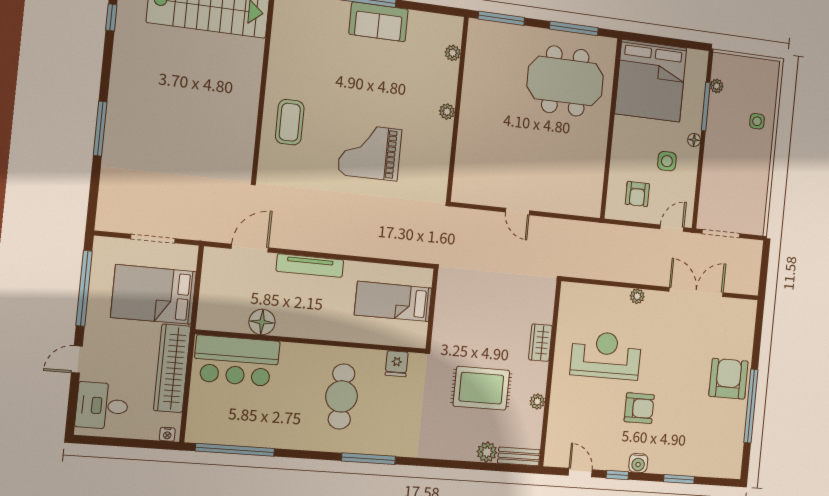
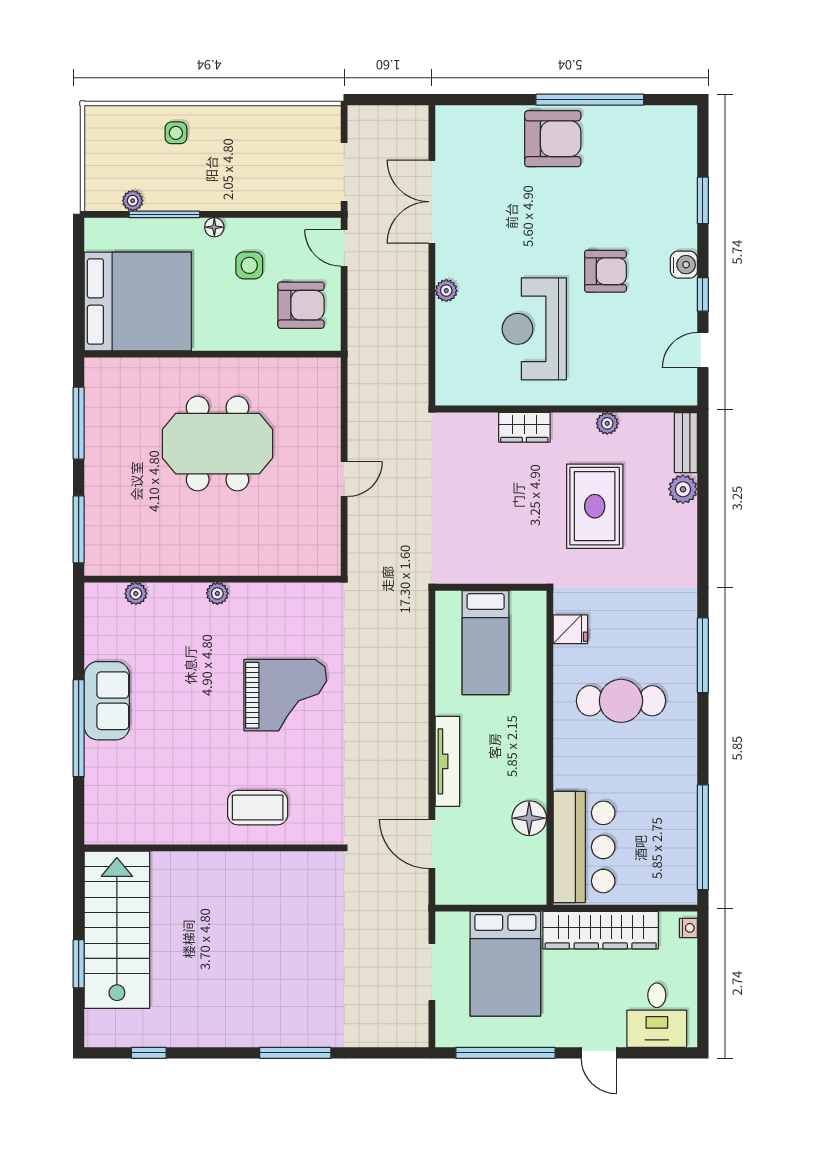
meeting table: (565, 81) -> (218, 444), moved, turned 90
grand piano: (370, 152) -> (285, 695), turned -90
armchair: (637, 194) -> (301, 305), width x1.38, depth x1.38
armchair: (729, 379) -> (553, 139), turned 180
armchair: (639, 408) -> (605, 271), turned 90

